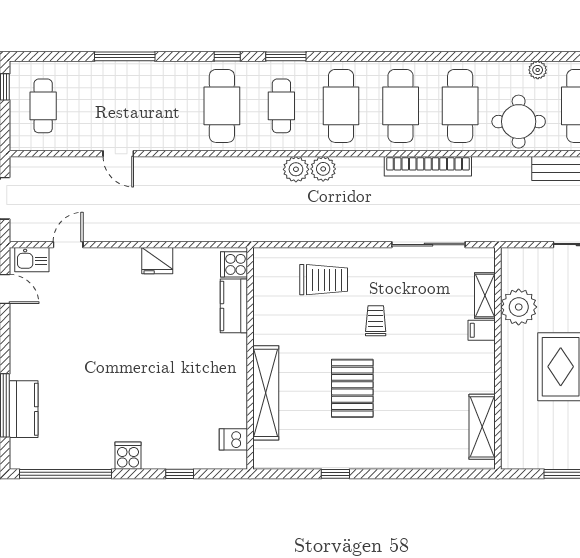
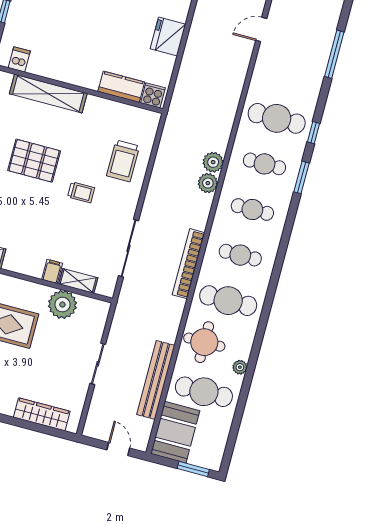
cafe table: (341, 106) -> (252, 210), width x0.73, depth x0.74
cafe table: (401, 106) -> (240, 255), width x0.73, depth x0.74
fridge: (157, 261) -> (168, 37), width x1.36, depth x1.34

